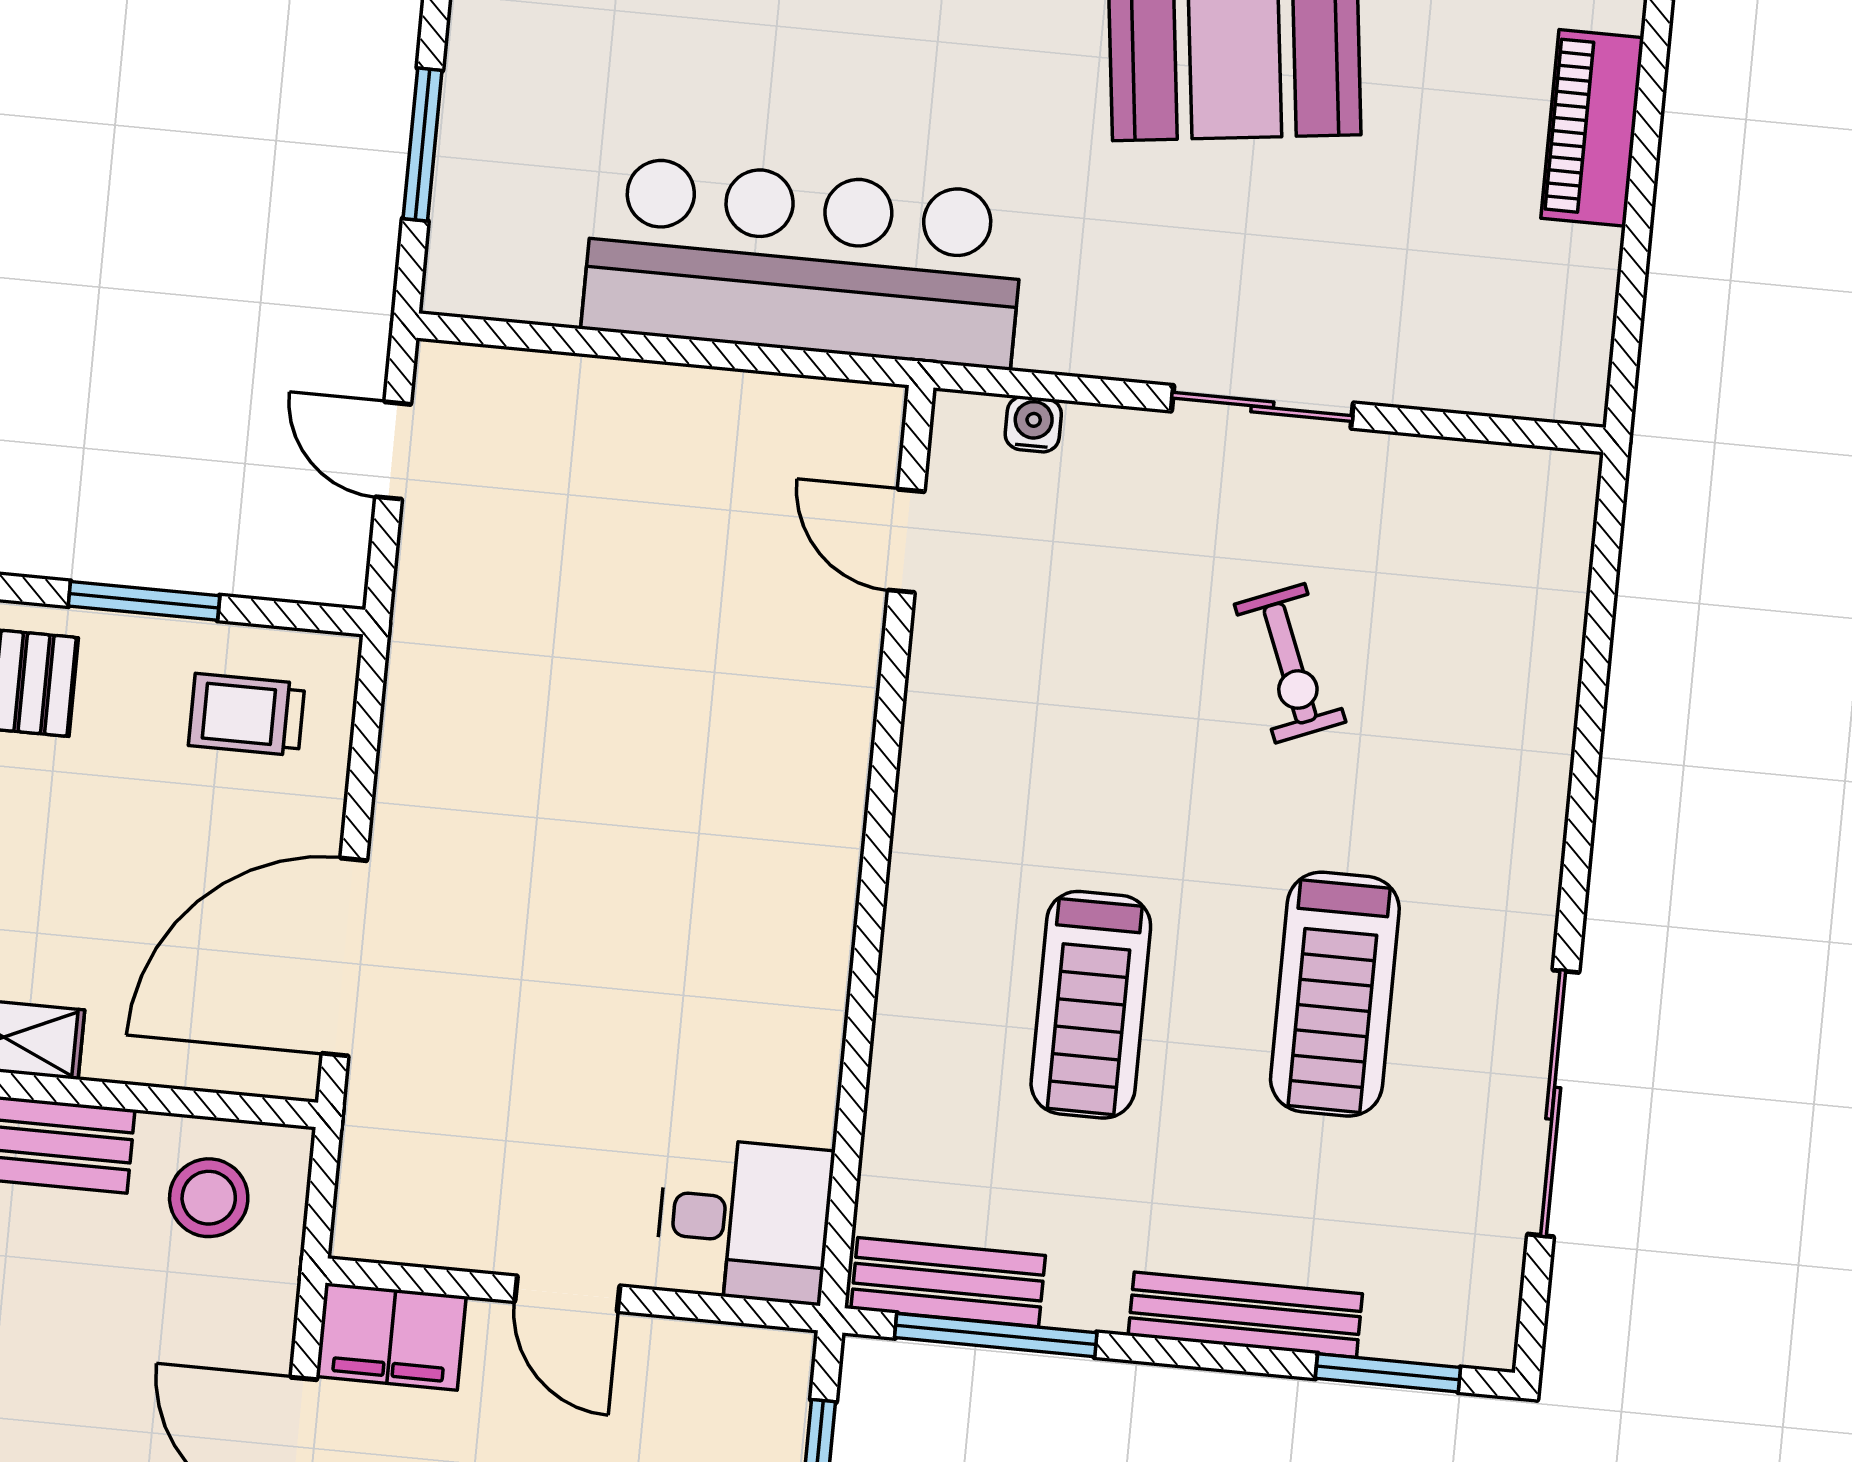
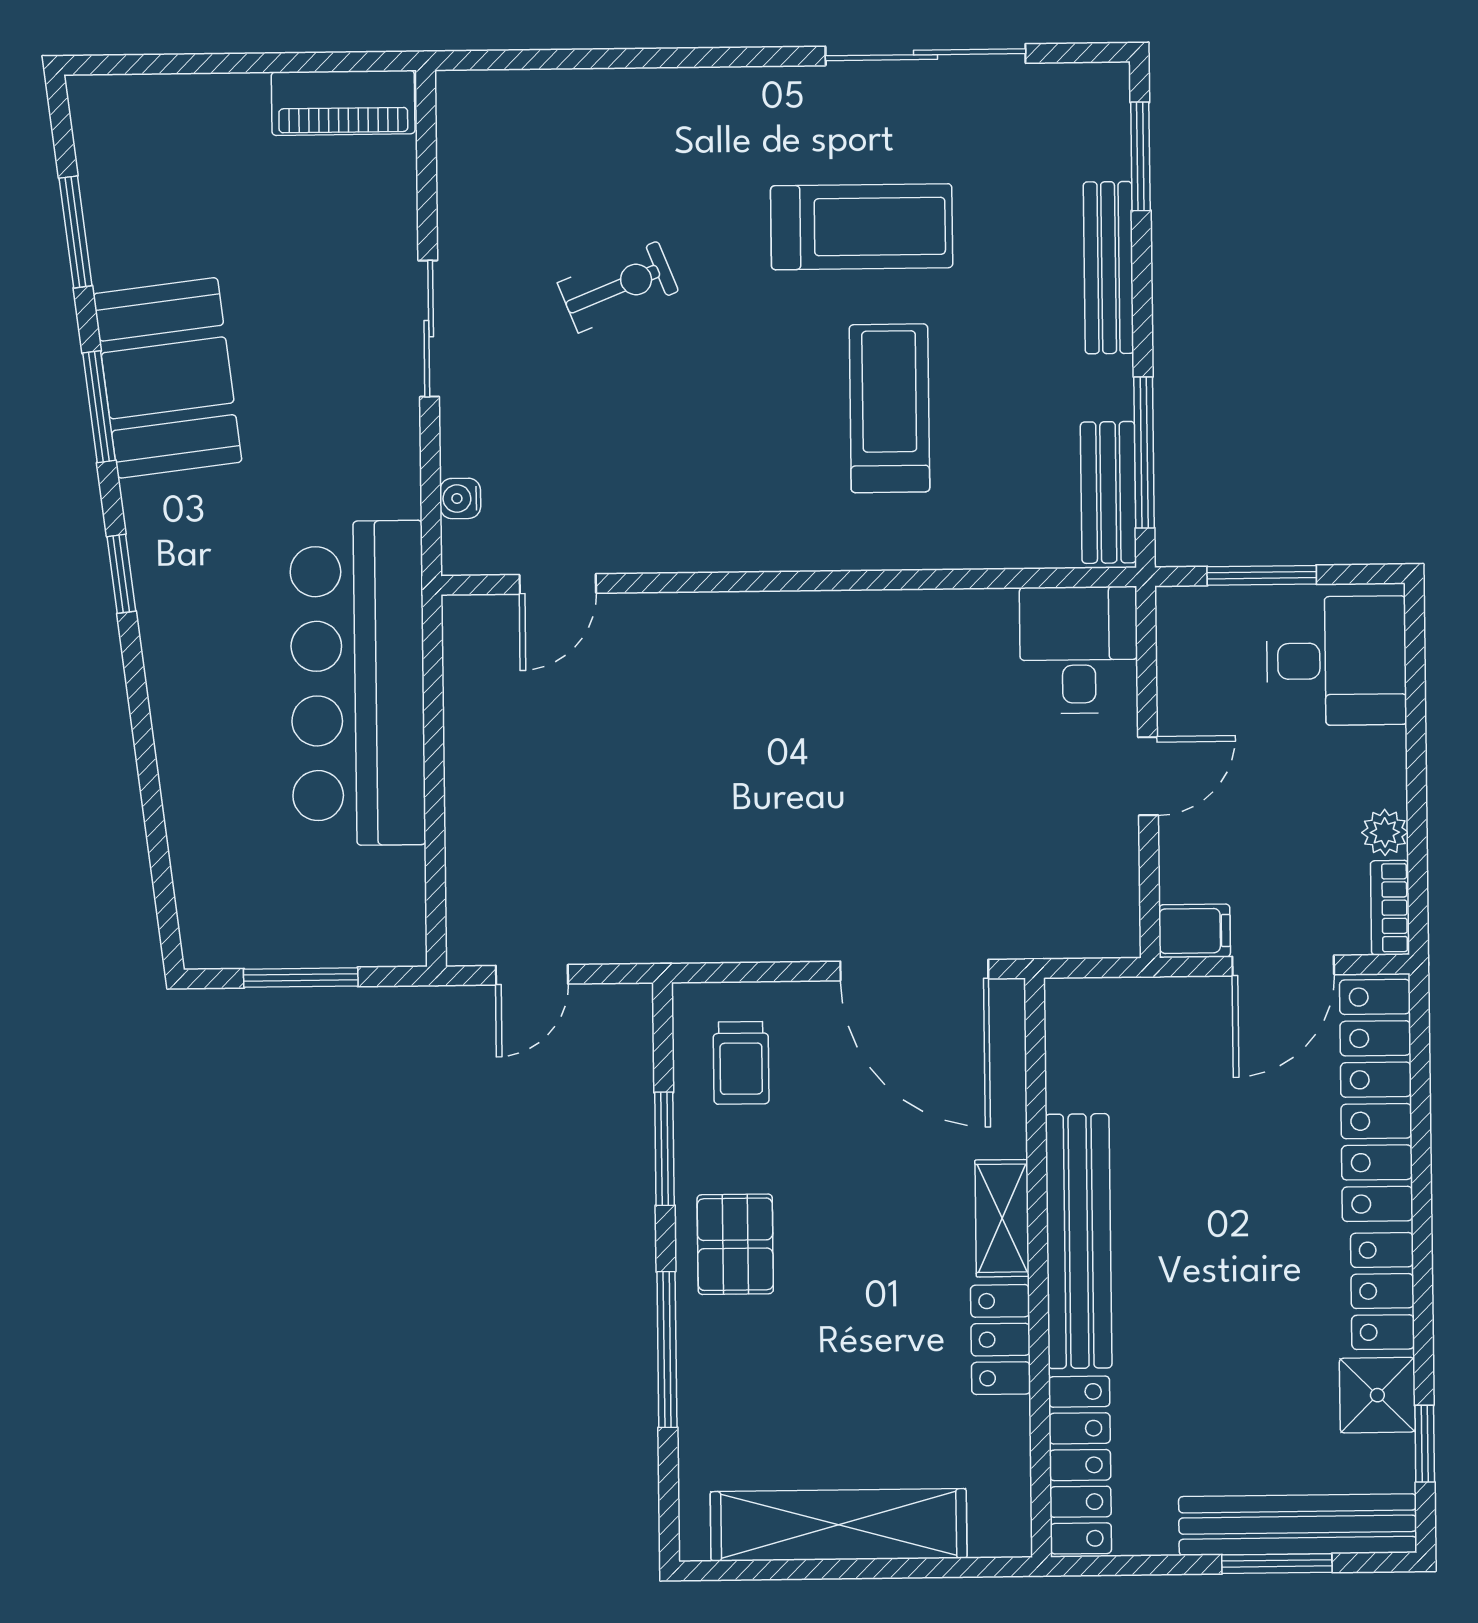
piano: (1592, 128) -> (343, 103), moved
treadmill: (1091, 1005) -> (889, 408), turned -90
stool: (209, 1198) -> (1105, 1052), removed
filing cabinet: (391, 1337) -> (1195, 931), width x0.50

